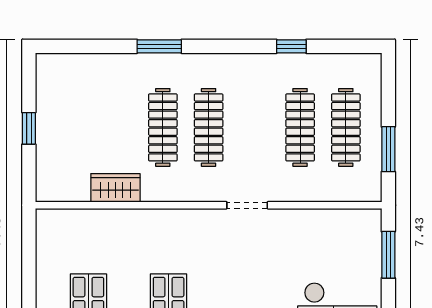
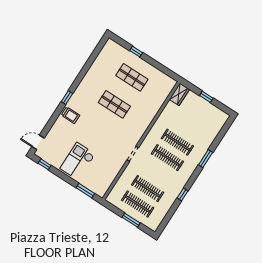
window: (291, 46) -> (183, 194), moved
window: (388, 149) -> (131, 220), moved
wardrobe: (115, 188) -> (179, 94), moved

